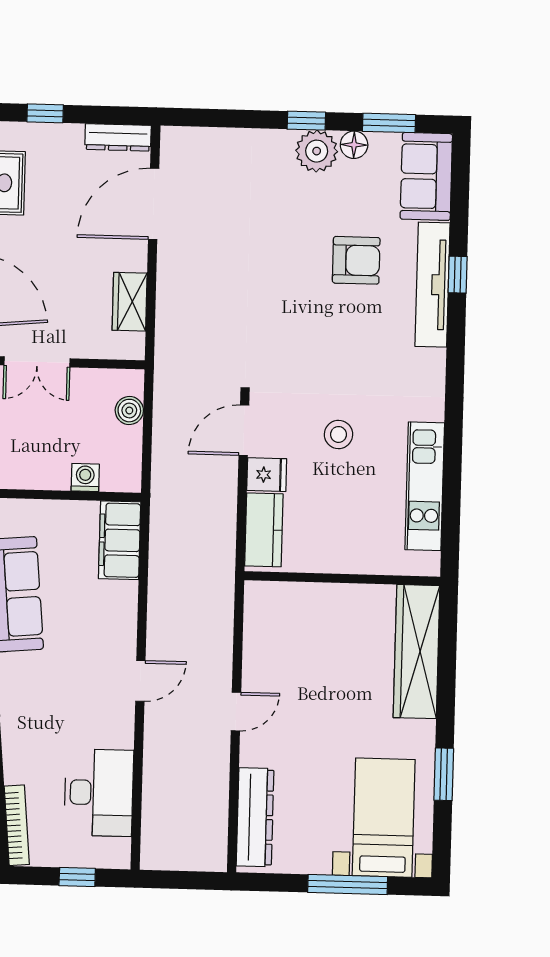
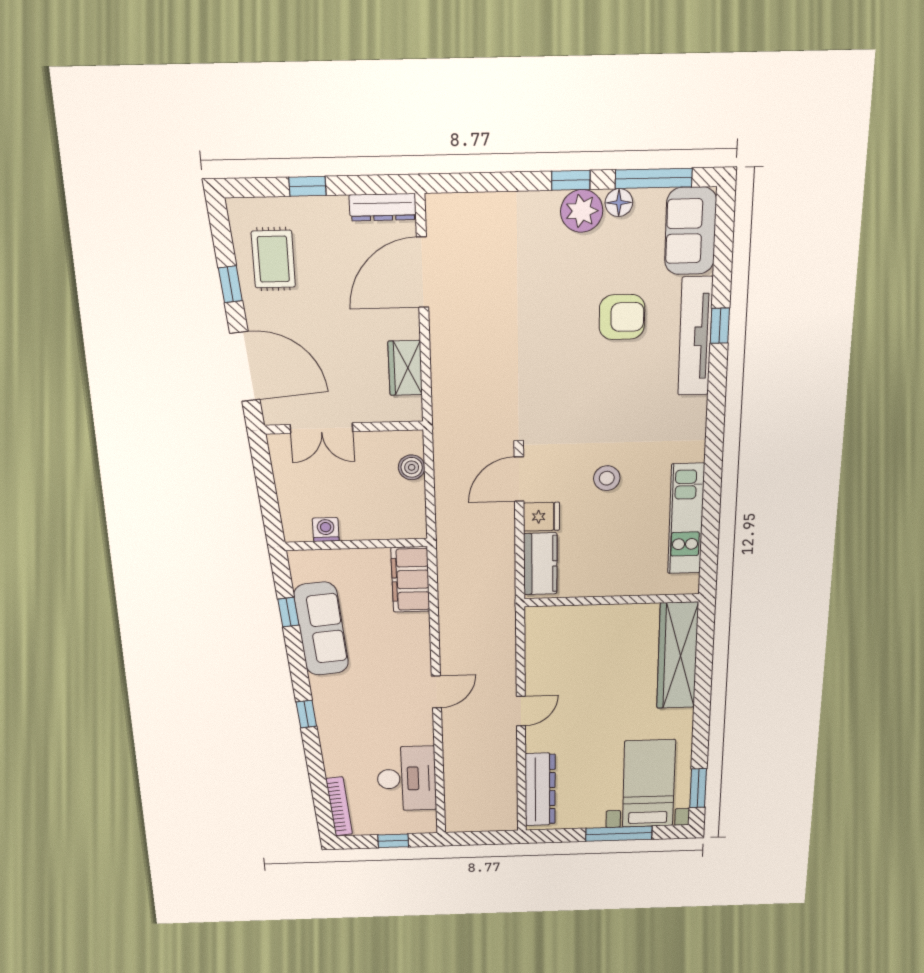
window: (389, 123) -> (654, 178), width x1.44
washing machine: (85, 478) -> (326, 529), moved
window: (444, 774) -> (698, 788), moved

